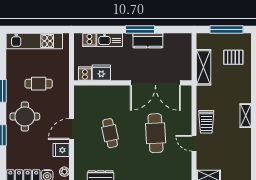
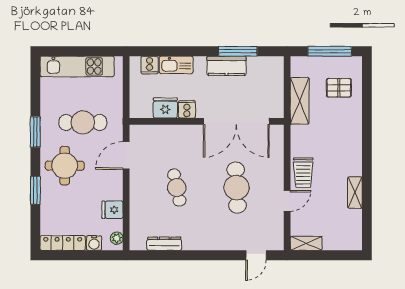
window: (140, 29) -> (238, 51), moved
cooker: (85, 74) -> (187, 109), moved
cafe table: (39, 84) -> (83, 122), width x1.37, depth x1.35
shelving: (246, 116) -> (355, 193), moved
door: (72, 129) -> (126, 155), moved
door: (194, 143) -> (287, 201), swing flipped

